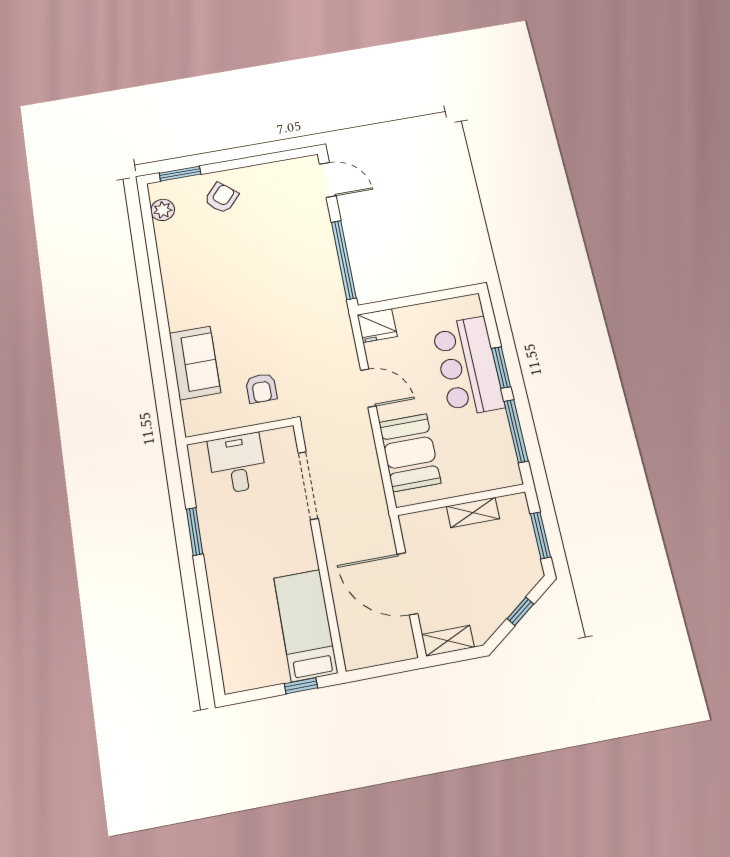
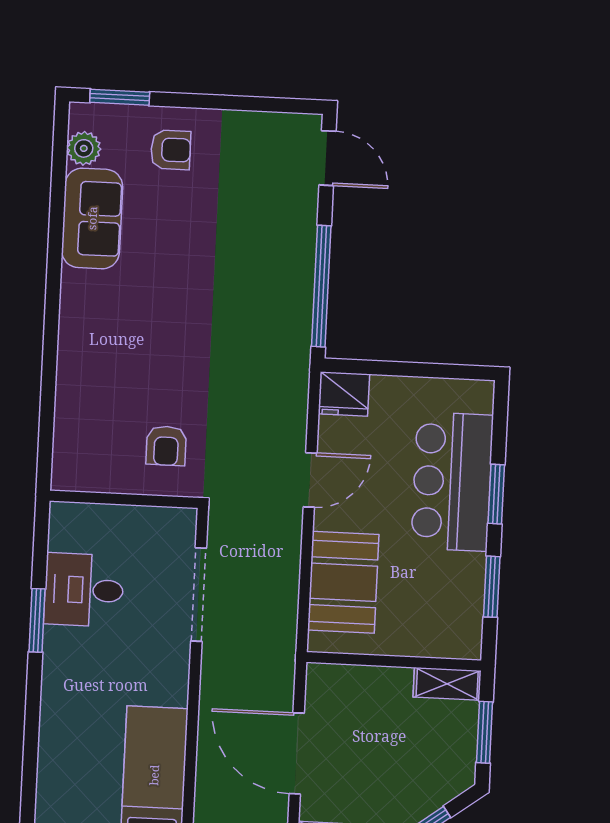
armchair: (221, 198) -> (171, 150), turned 49
sofa: (195, 363) -> (92, 218), moved
door: (368, 388) -> (310, 480), hinge flipped
window: (516, 431) -> (492, 587), width x0.69
desk: (237, 463) -> (84, 590), moved, turned -90
shelving: (473, 512) -> (447, 684), moved

